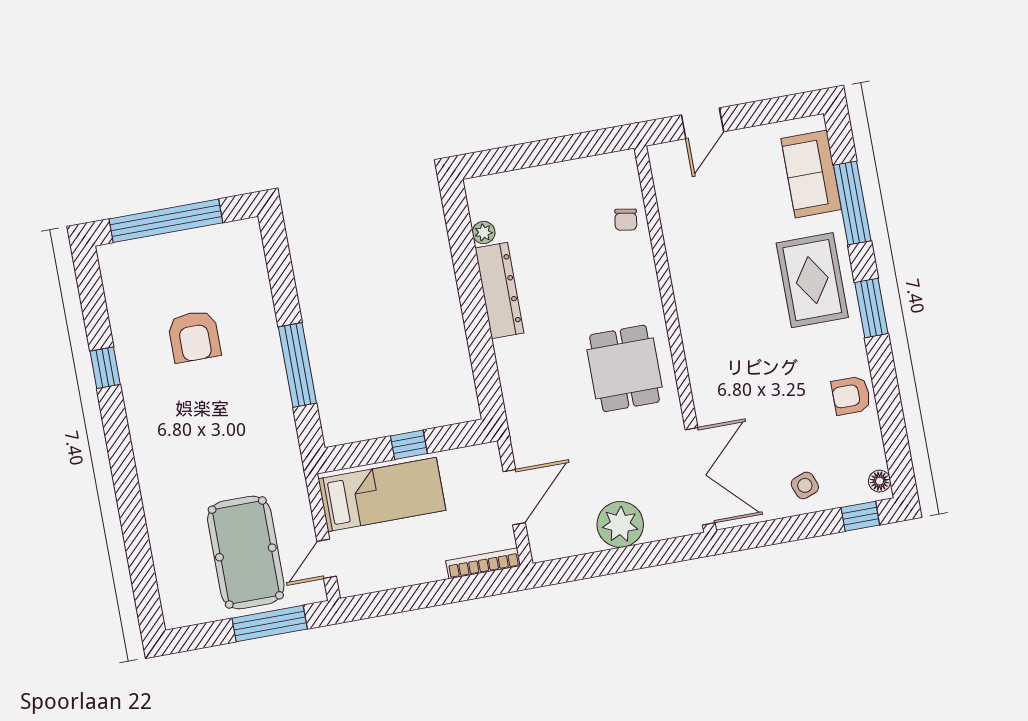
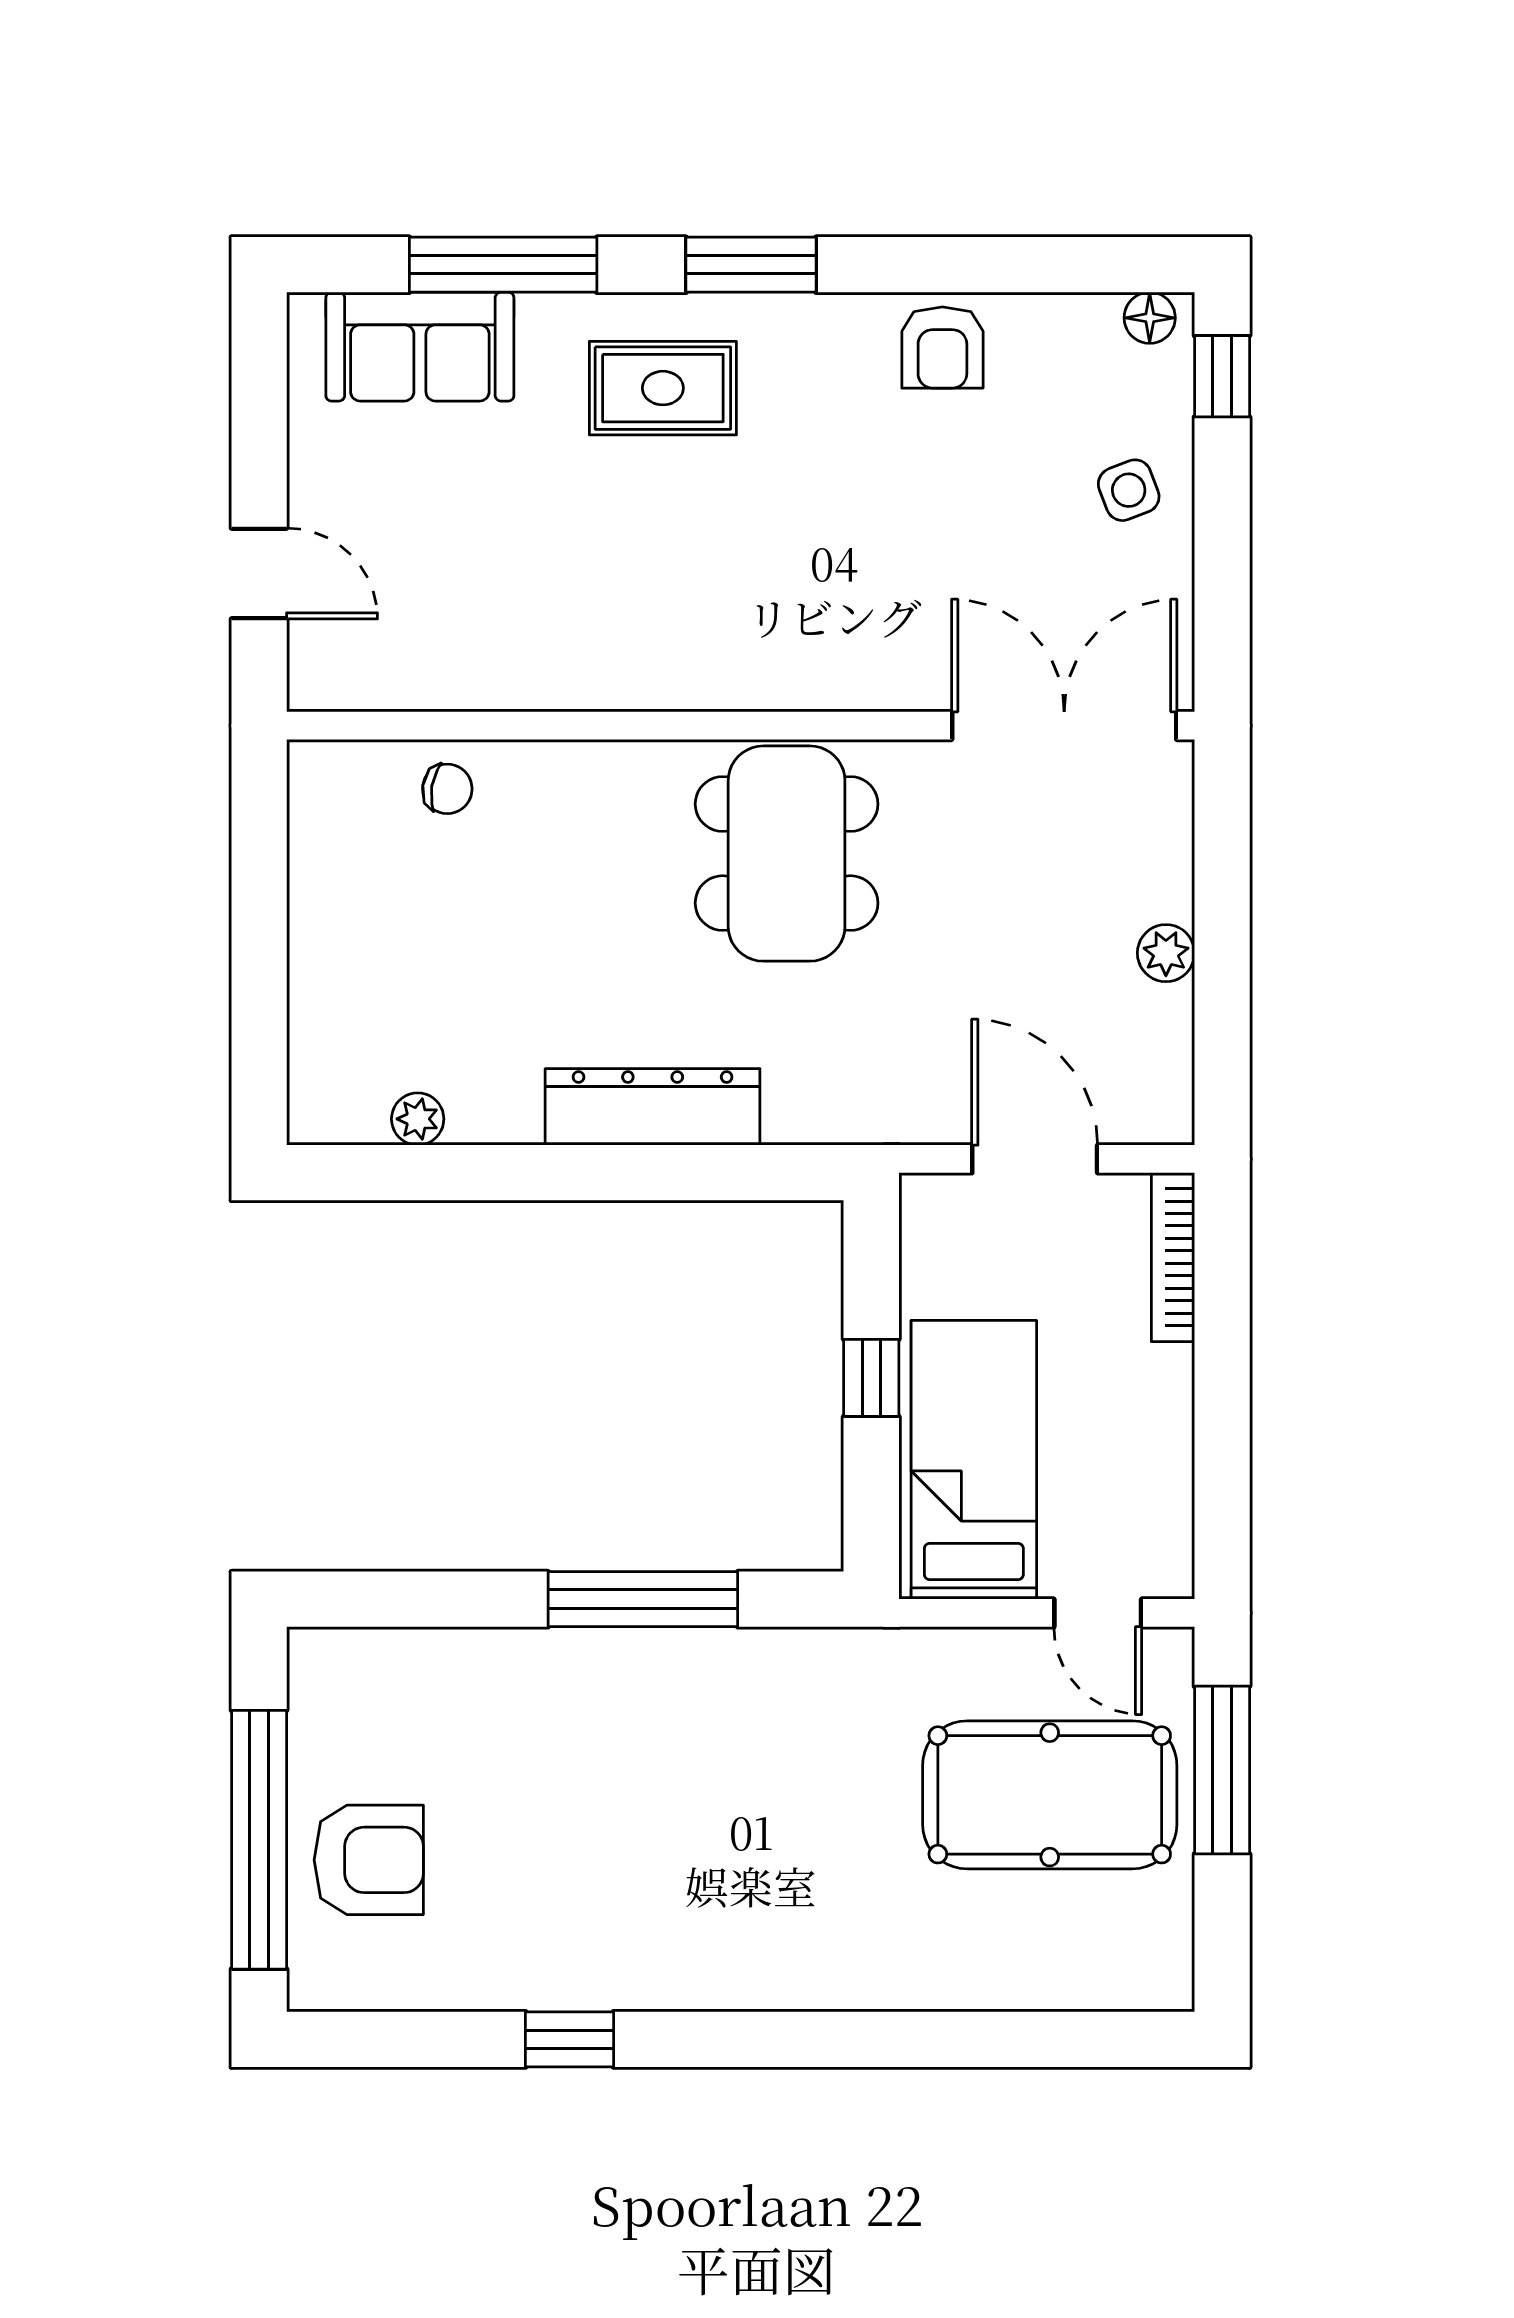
rug: (812, 280) -> (663, 388), width x0.73, depth x0.70
dresser: (499, 290) -> (653, 1107), moved
armchair: (194, 336) -> (369, 1860), moved
dining table: (625, 368) -> (787, 854), width x1.38
plant: (620, 524) -> (1166, 953), width x0.53, depth x0.53

